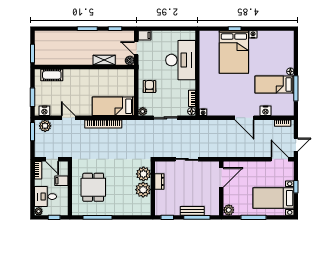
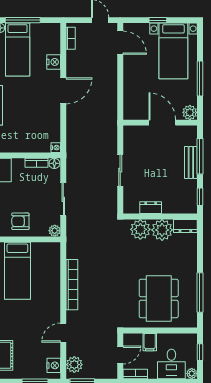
bed: (113, 106) -> (17, 271), moved
door: (280, 159) -> (120, 43), swing flipped
door: (221, 177) -> (162, 123), moved
dining table: (93, 187) -> (159, 298), width x1.38
dresser: (146, 207) -> (185, 226), added

